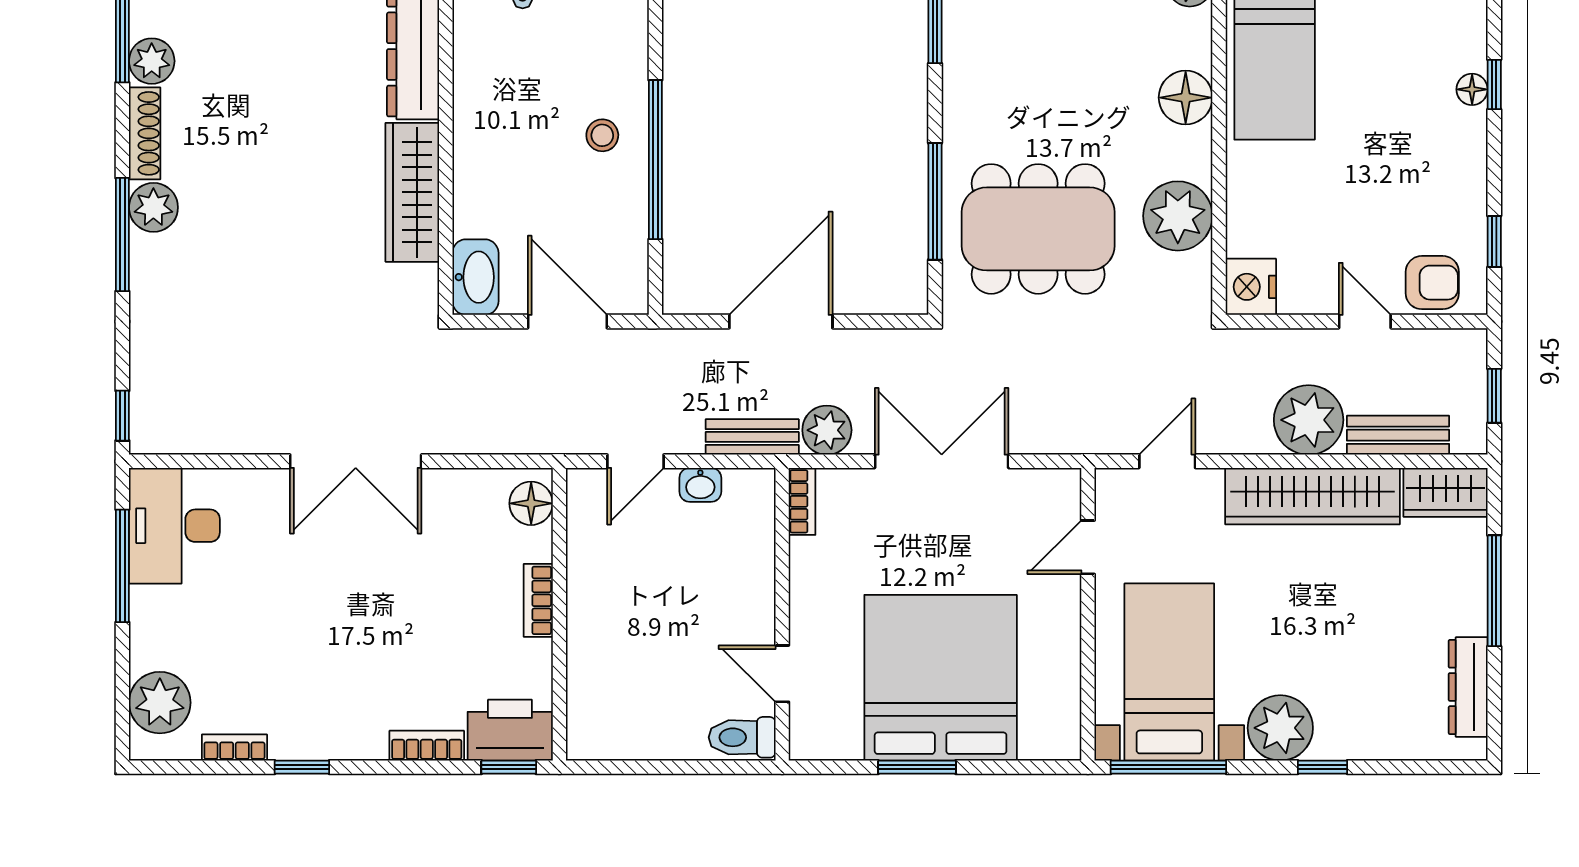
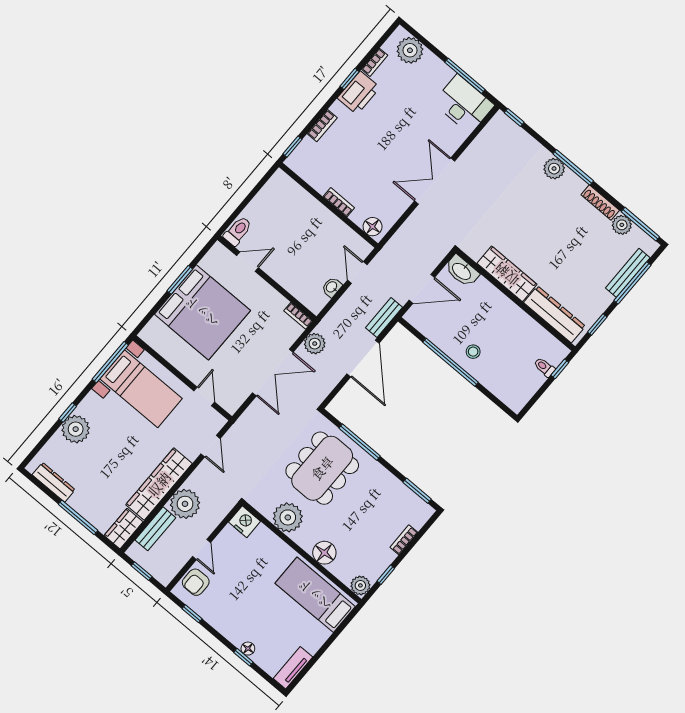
plant: (153, 207) -> (554, 169), moved
door: (1365, 322) -> (202, 549), hinge flipped
bench: (752, 437) -> (384, 318), moved
plant: (1280, 728) -> (76, 429), moved
printer: (510, 730) -> (359, 93), moved

